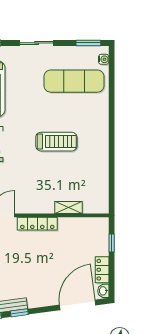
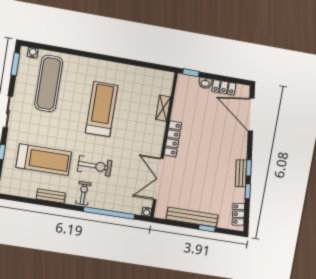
treadmill: (56, 142) -> (102, 109), width x1.37, depth x1.38
window: (112, 243) -> (191, 73), moved
washbasin: (103, 291) -> (205, 83), moved

